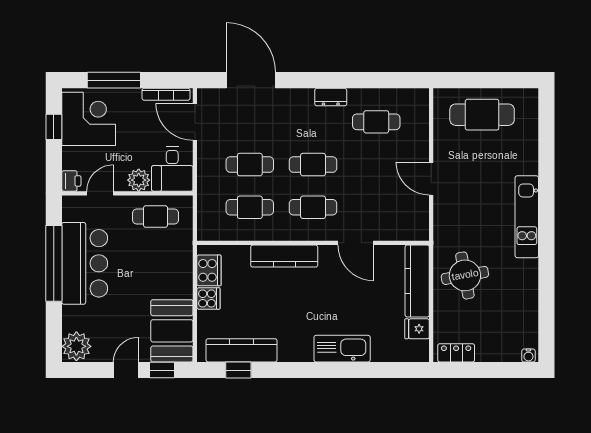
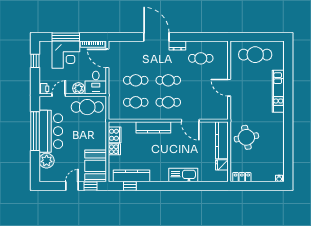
door: (251, 80) -> (156, 37), moved
corner desk: (89, 119) -> (66, 55), moved, turned 90
cafe table: (156, 217) -> (87, 107), width x1.37, depth x1.35
kitchen unit: (527, 217) -> (278, 91), moved
plant: (76, 346) -> (47, 161), moved

